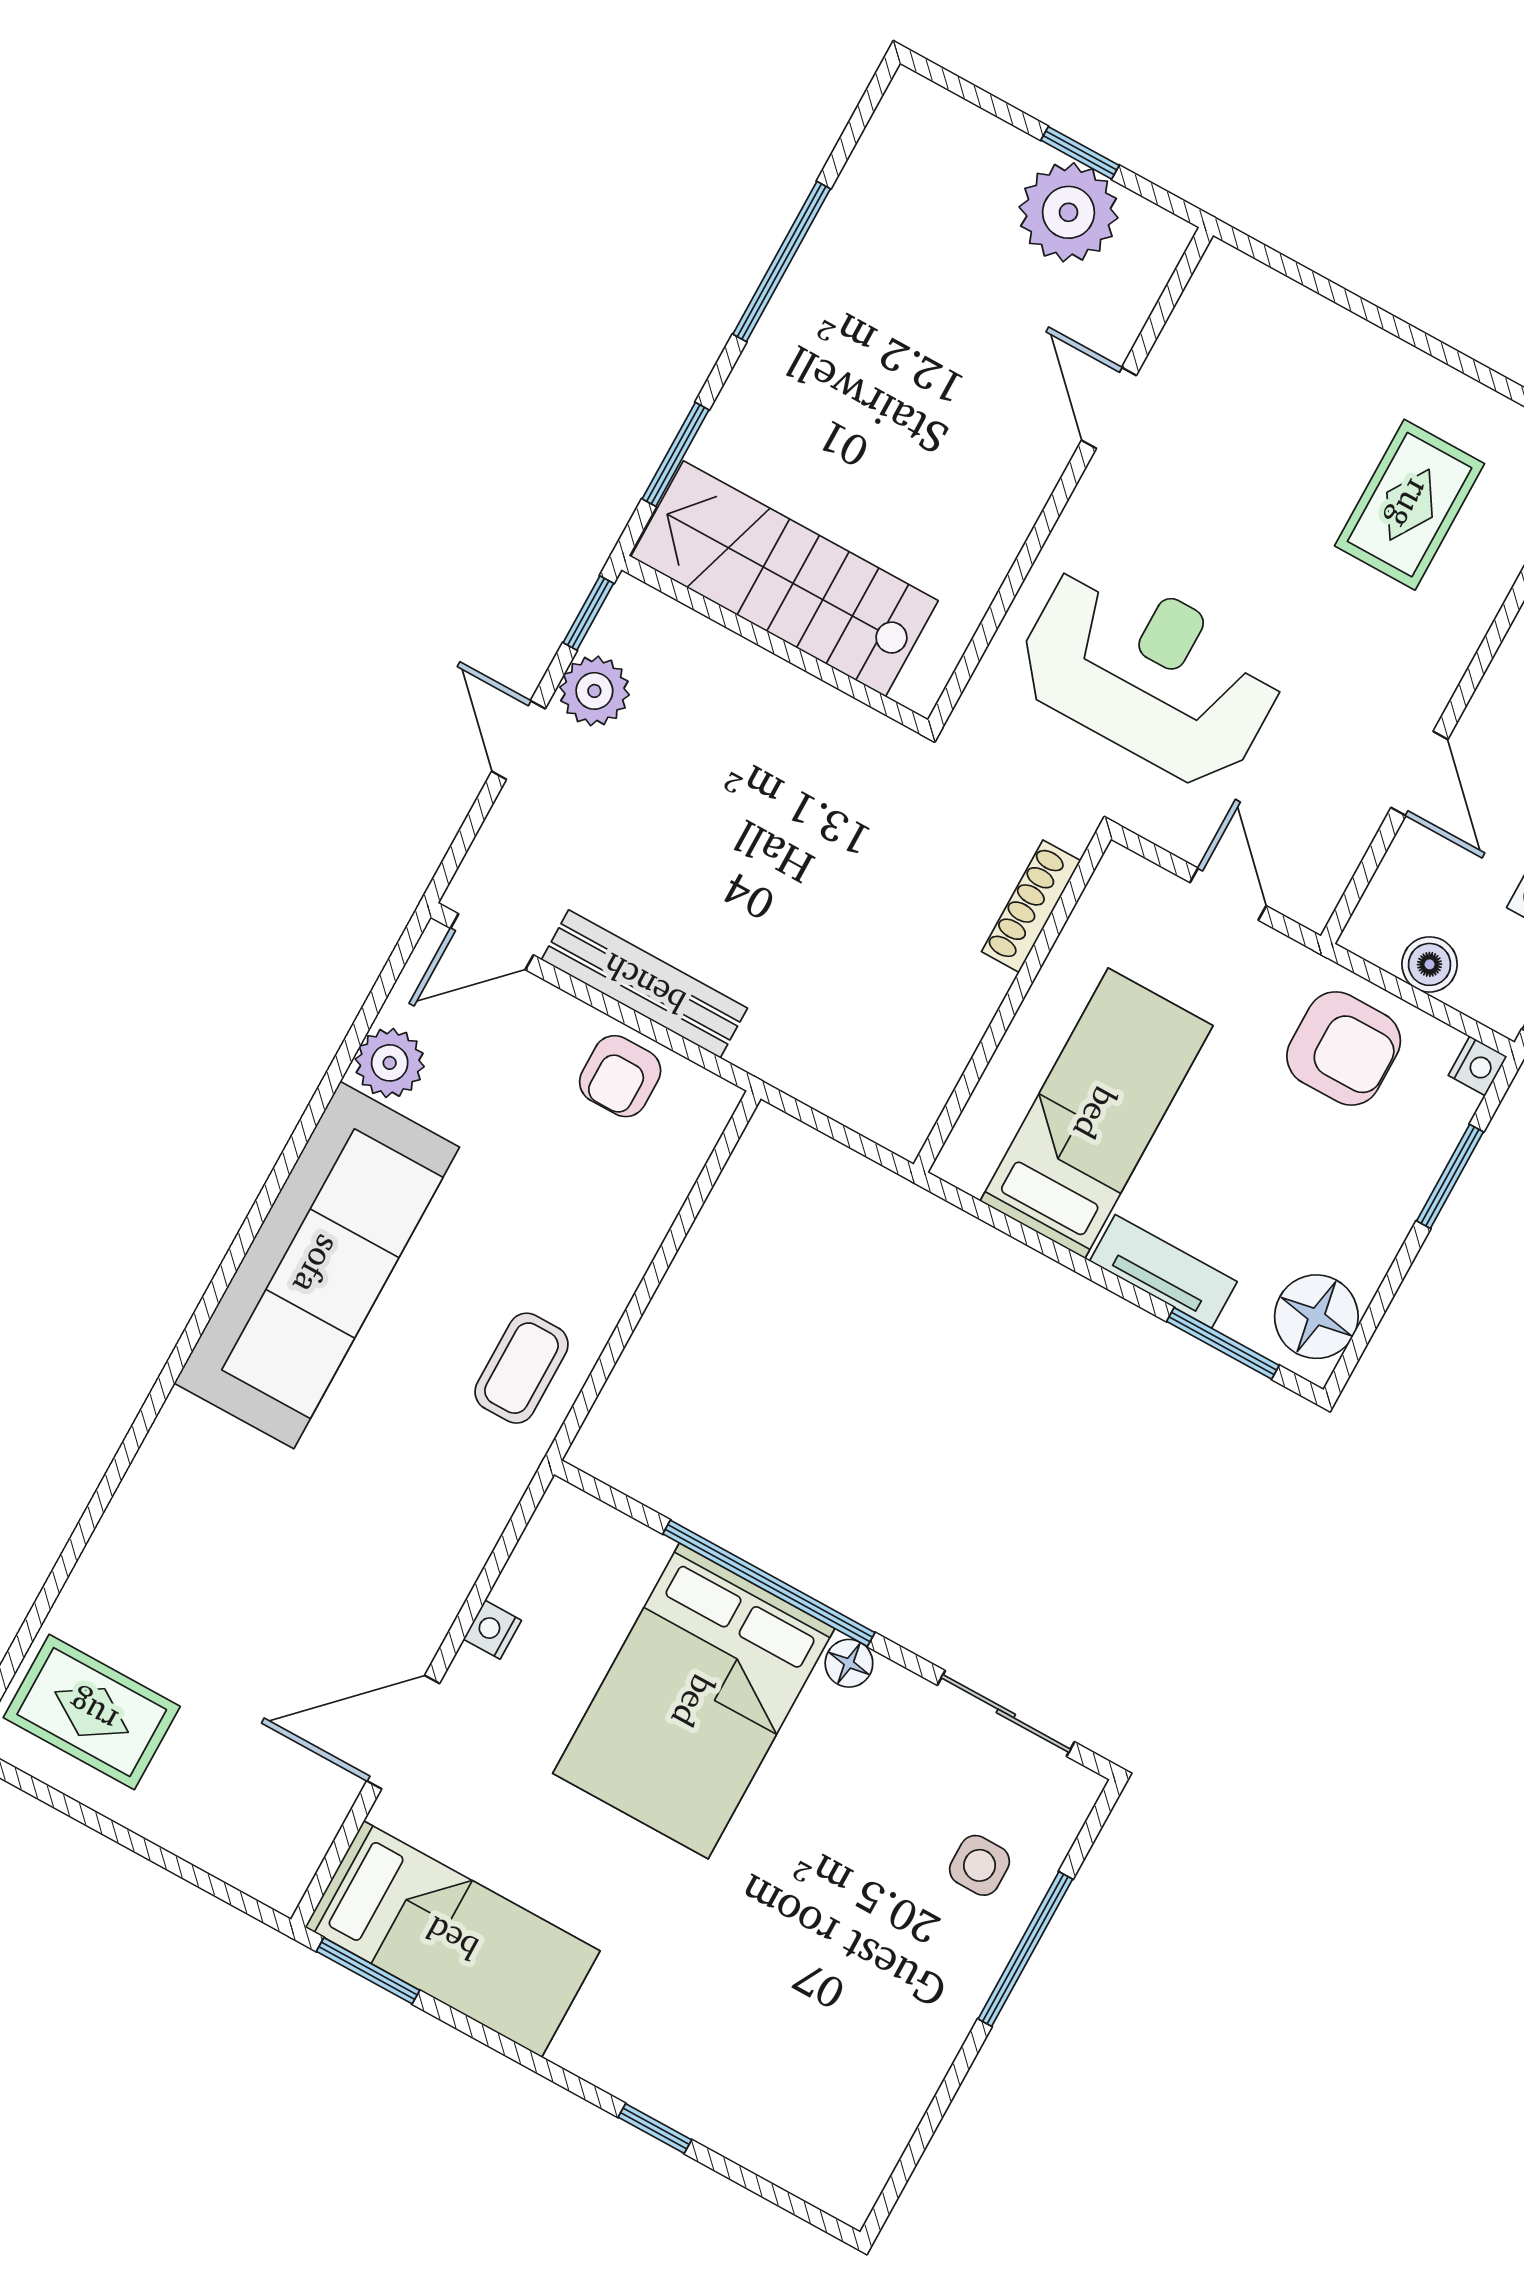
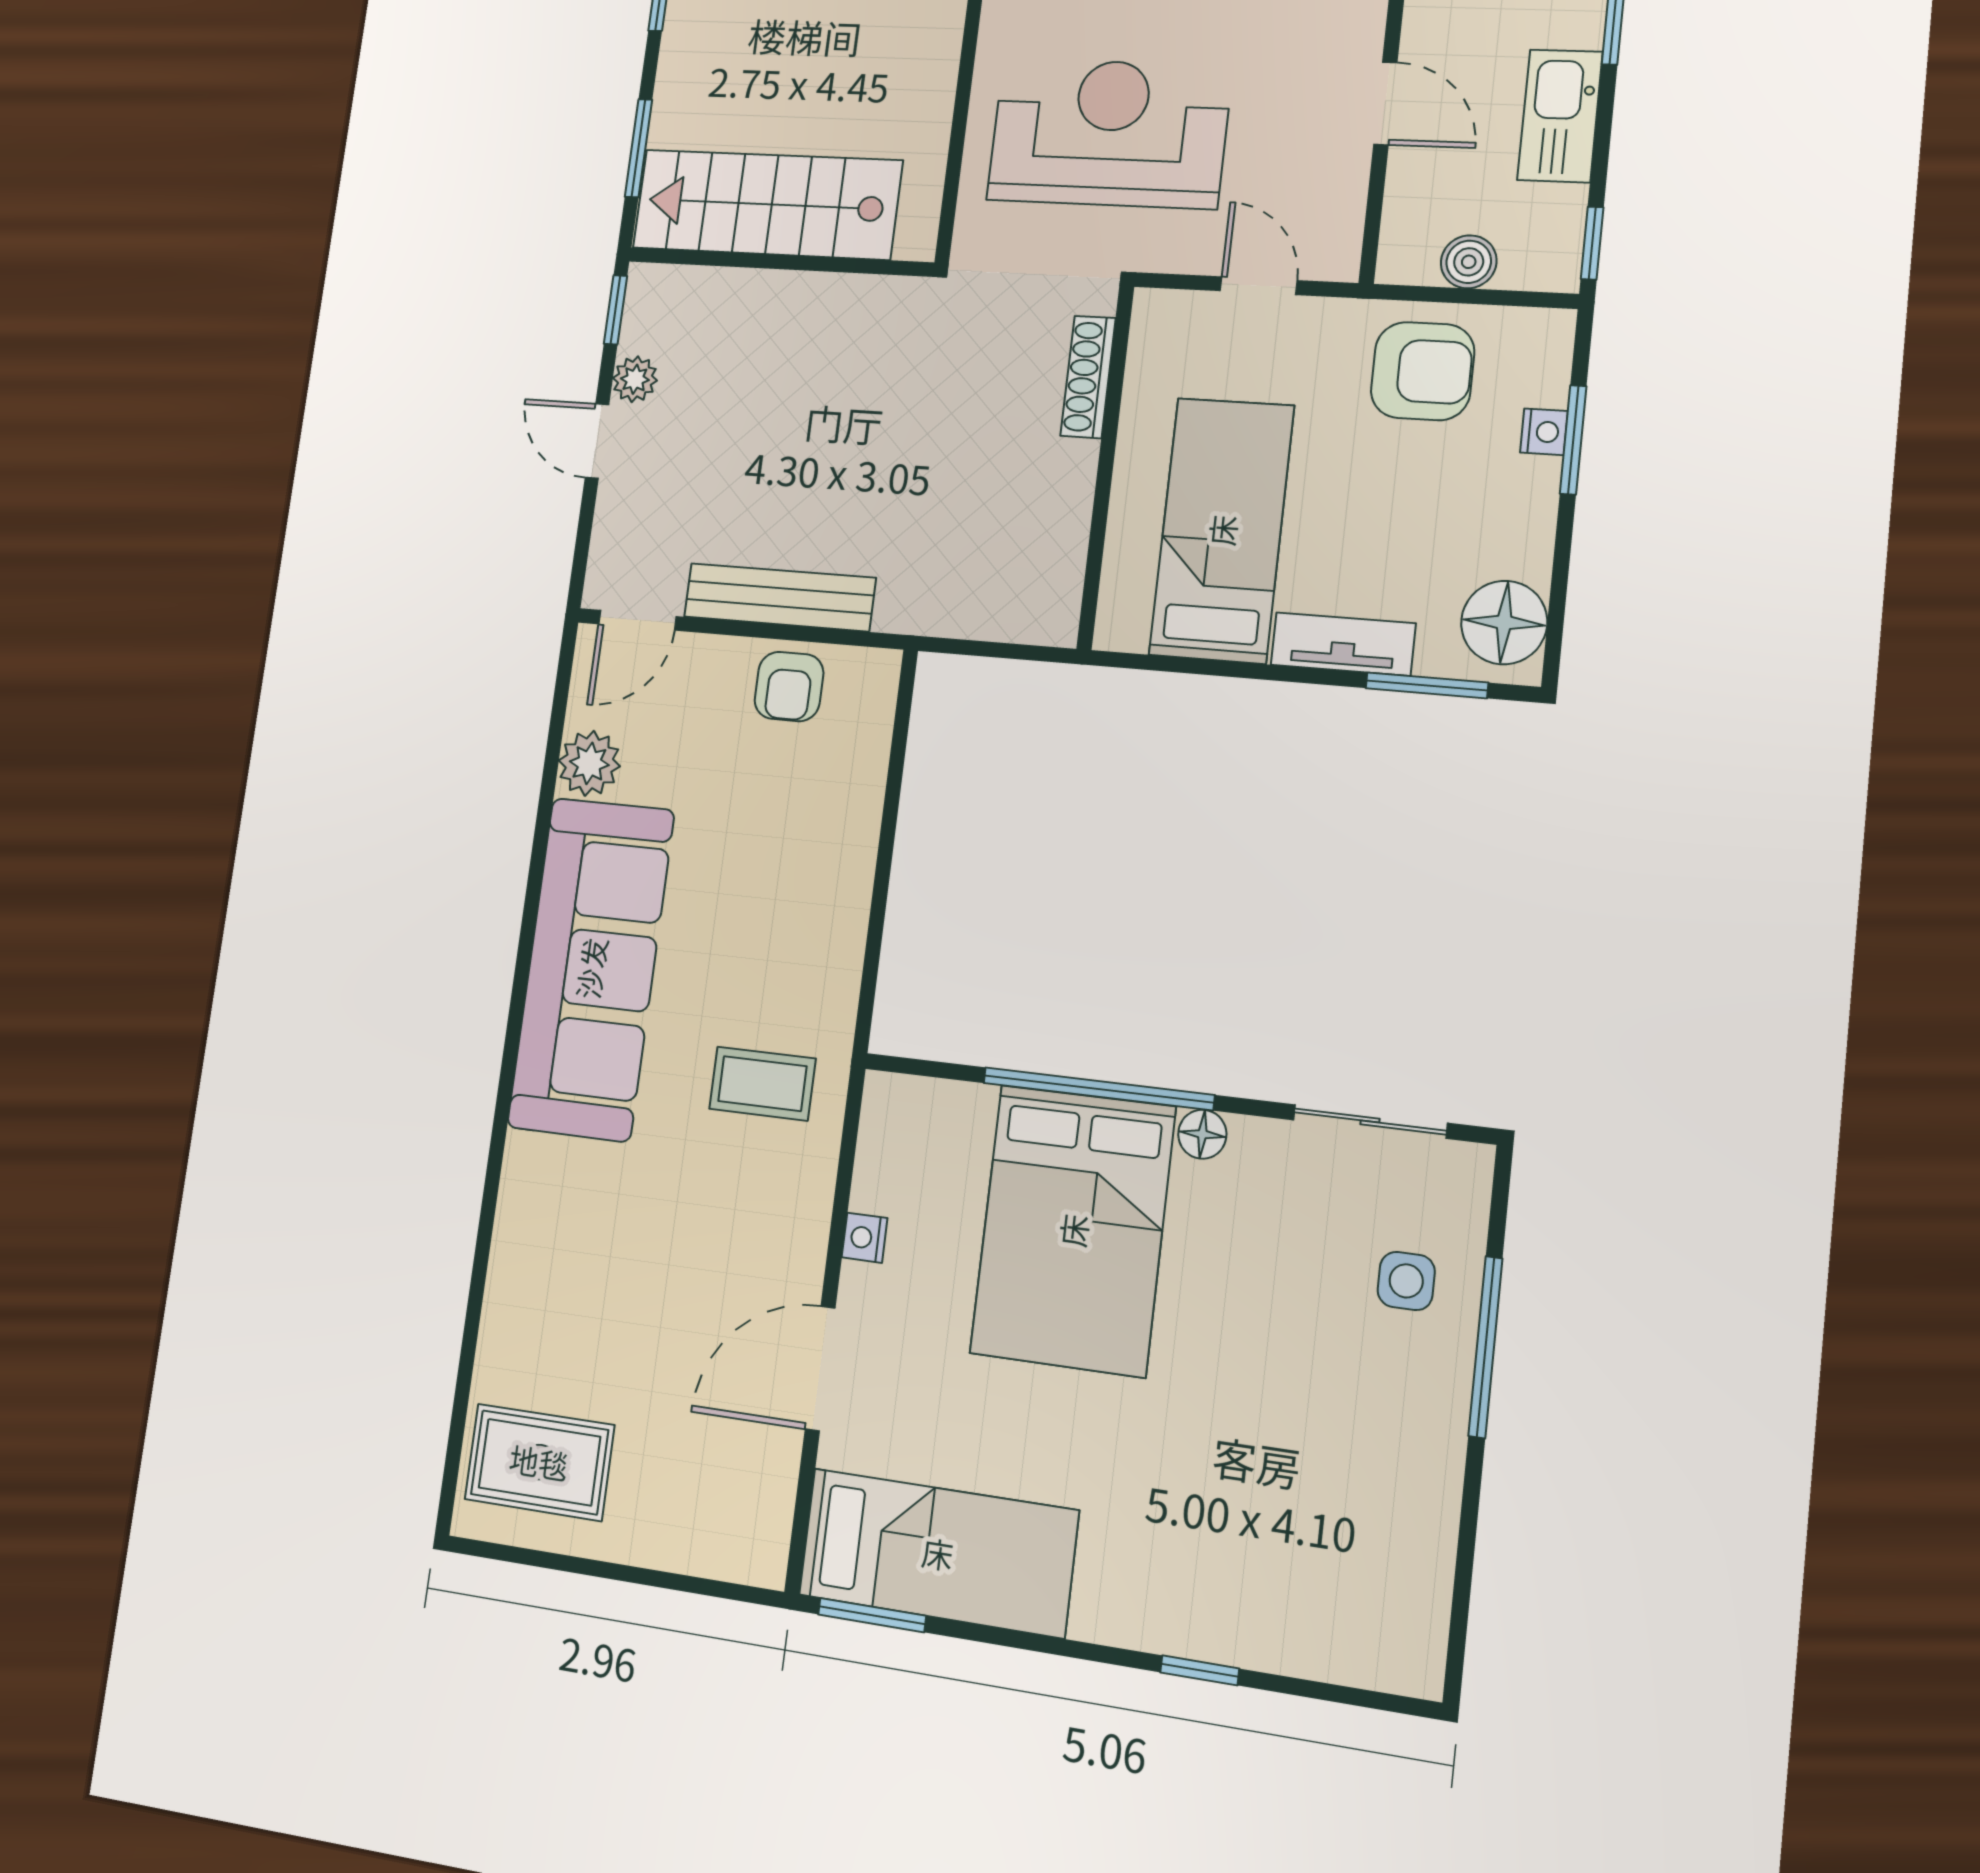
plant: (594, 691) -> (635, 379), width x0.73, depth x0.73
nightstand: (1478, 1066) -> (1544, 432), moved
coffee table: (521, 1368) -> (762, 1084), moved, turned 90

